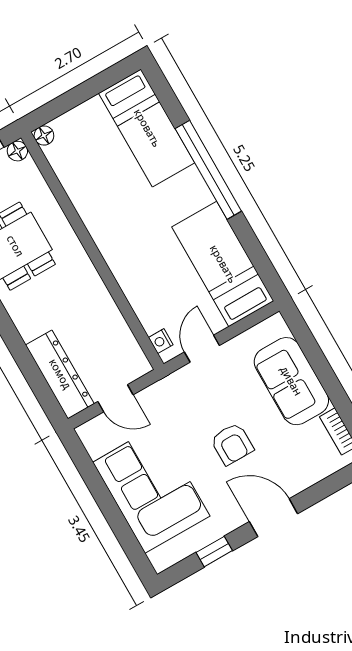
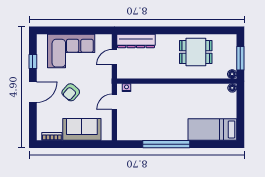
window: (208, 170) -> (166, 144), moved
bed: (223, 264) -> (143, 129), removed
door: (202, 349) -> (114, 102), swing flipped
armchair: (232, 444) -> (71, 92), turned -49

